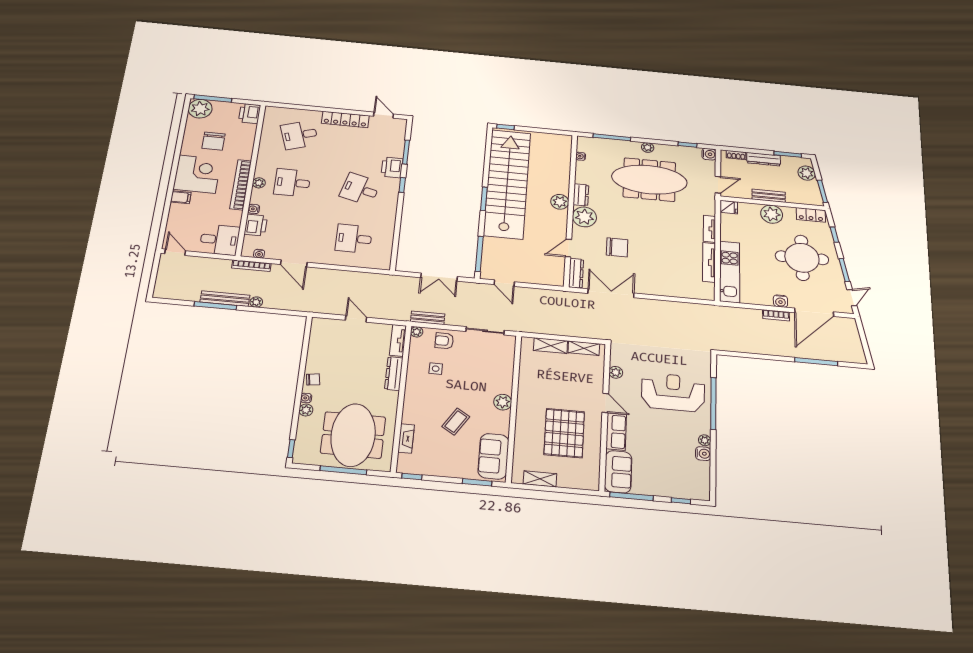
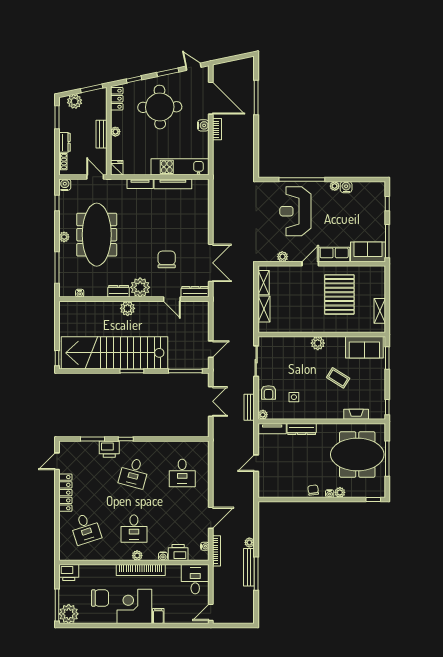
dresser: (764, 159) -> (64, 142), width x0.70
plant: (772, 214) -> (115, 132), width x0.53, depth x0.53
double door: (611, 293) -> (211, 263), swing flipped
pallet: (564, 433) -> (339, 294), turned 90

